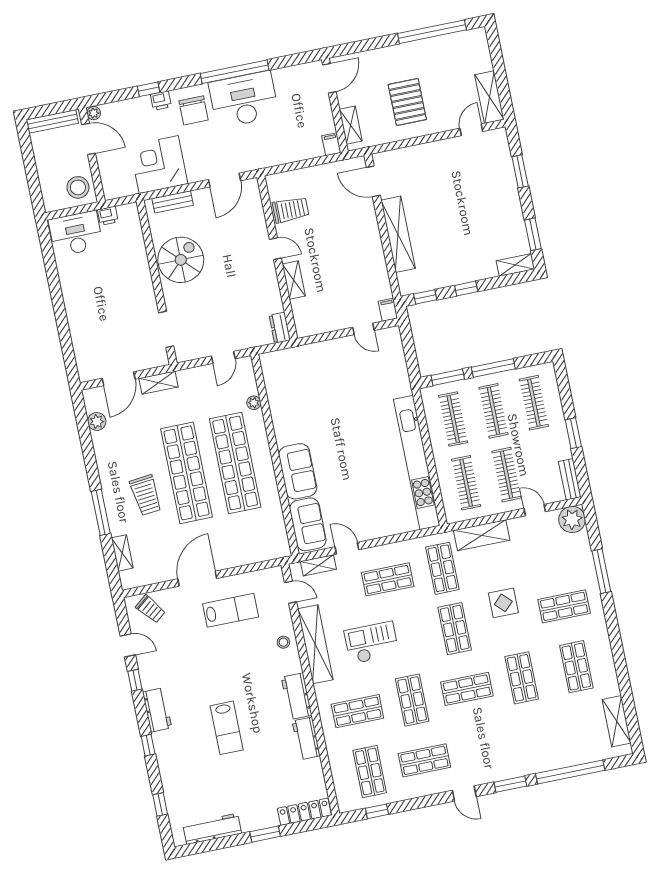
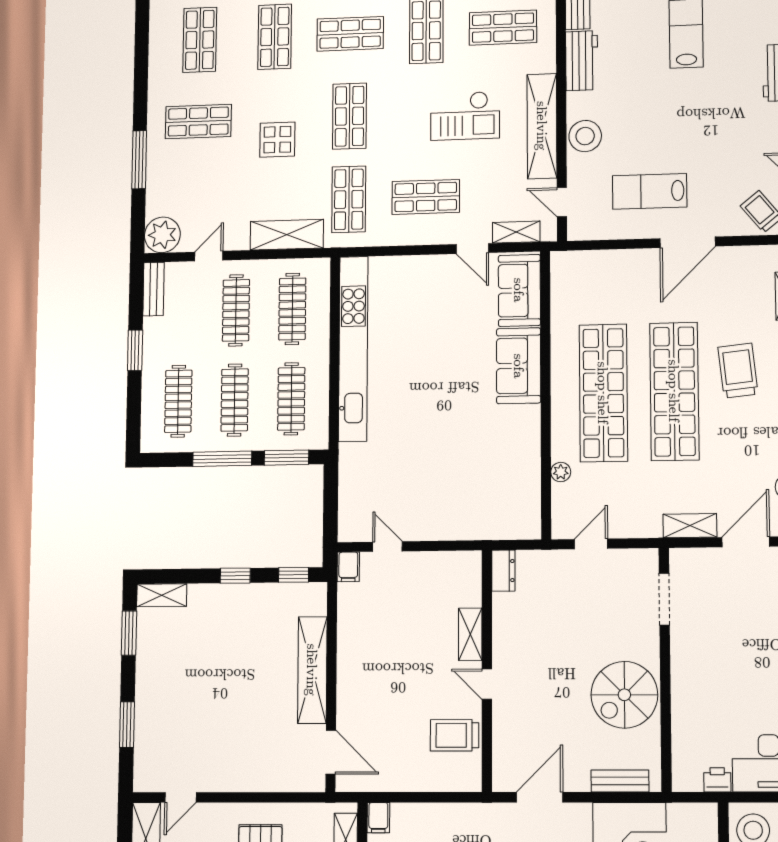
door: (535, 510) -> (209, 256), swing flipped
stool: (283, 642) -> (585, 136), width x1.89, depth x1.89

